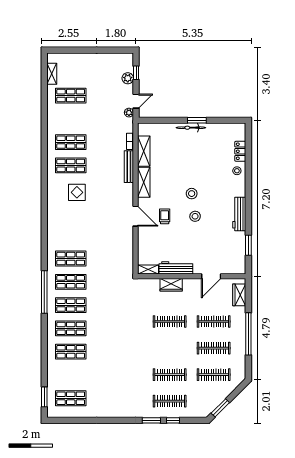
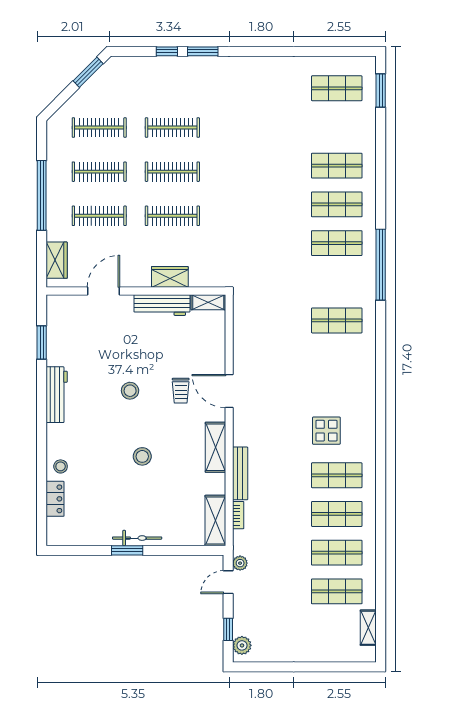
plant: (128, 78) -> (242, 645), moved
shelving: (144, 151) -> (215, 520), moved
stool: (192, 194) -> (142, 456), moved
shop shelf: (71, 282) -> (337, 553), moved
clothes rail: (170, 401) -> (172, 172), moved

